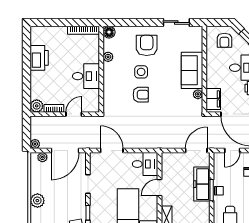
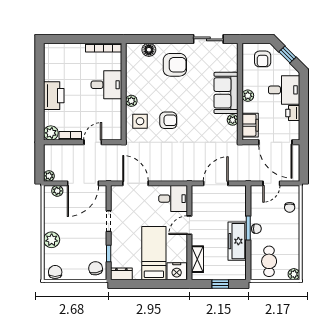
floor lamp: (109, 32) -> (149, 50), moved
armchair: (147, 45) -> (175, 65), turned 90
plant: (108, 57) -> (131, 101), moved
printer: (39, 58) -> (54, 96), moved
side table: (141, 72) -> (140, 121), moved
plant: (211, 73) -> (248, 96), added
desk: (86, 76) -> (106, 85), moved
door: (196, 151) -> (216, 183), moved
freezer: (202, 184) -> (237, 241), moved

